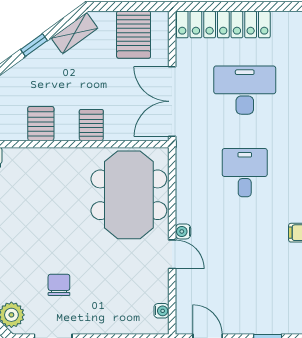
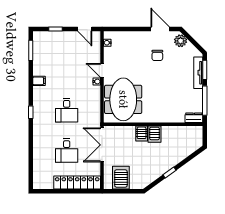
shelving: (75, 33) -> (150, 178), removed
desk: (245, 90) -> (67, 151), width x0.73
double door: (172, 101) -> (102, 145), swing flipped
server rack: (41, 124) -> (154, 134), moved

